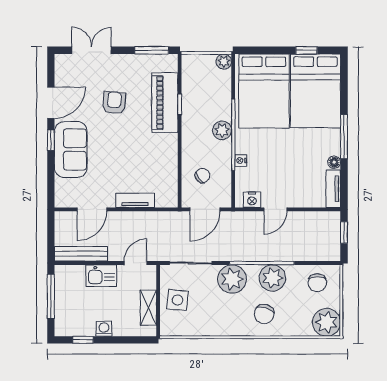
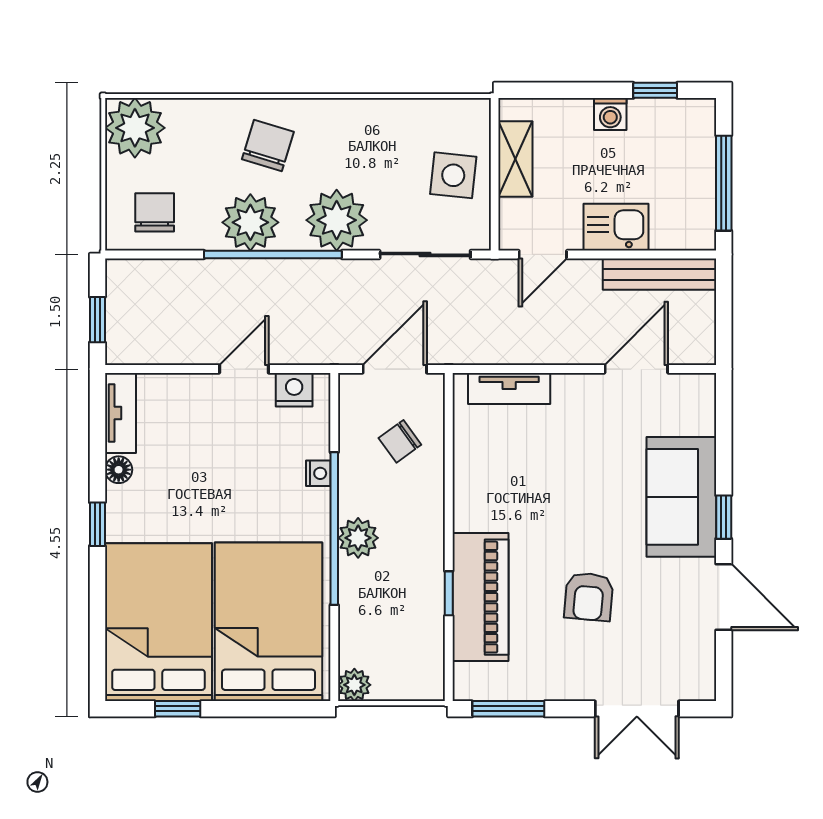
door: (51, 103) -> (724, 597), swing flipped
window: (344, 137) -> (97, 524), width x0.46
tv unit: (135, 200) -> (509, 388), moved

